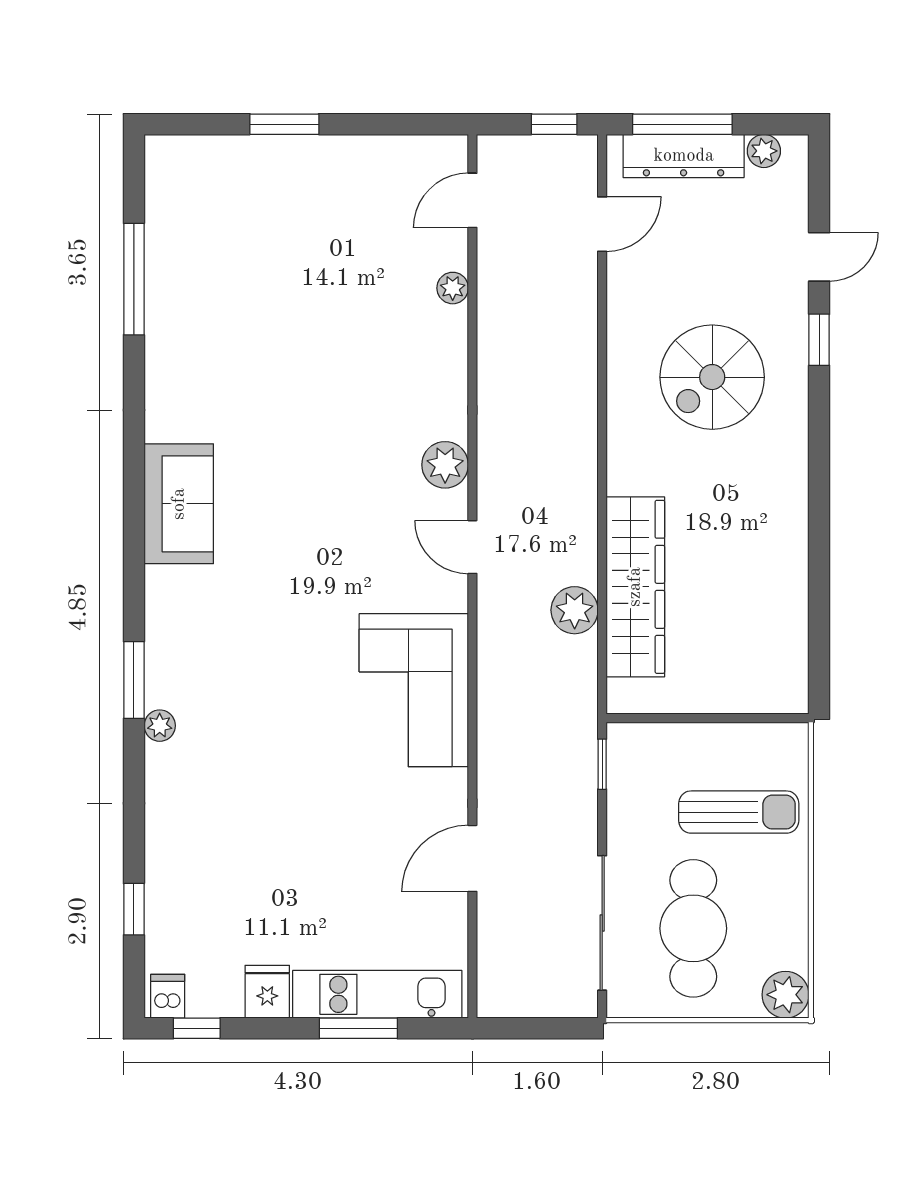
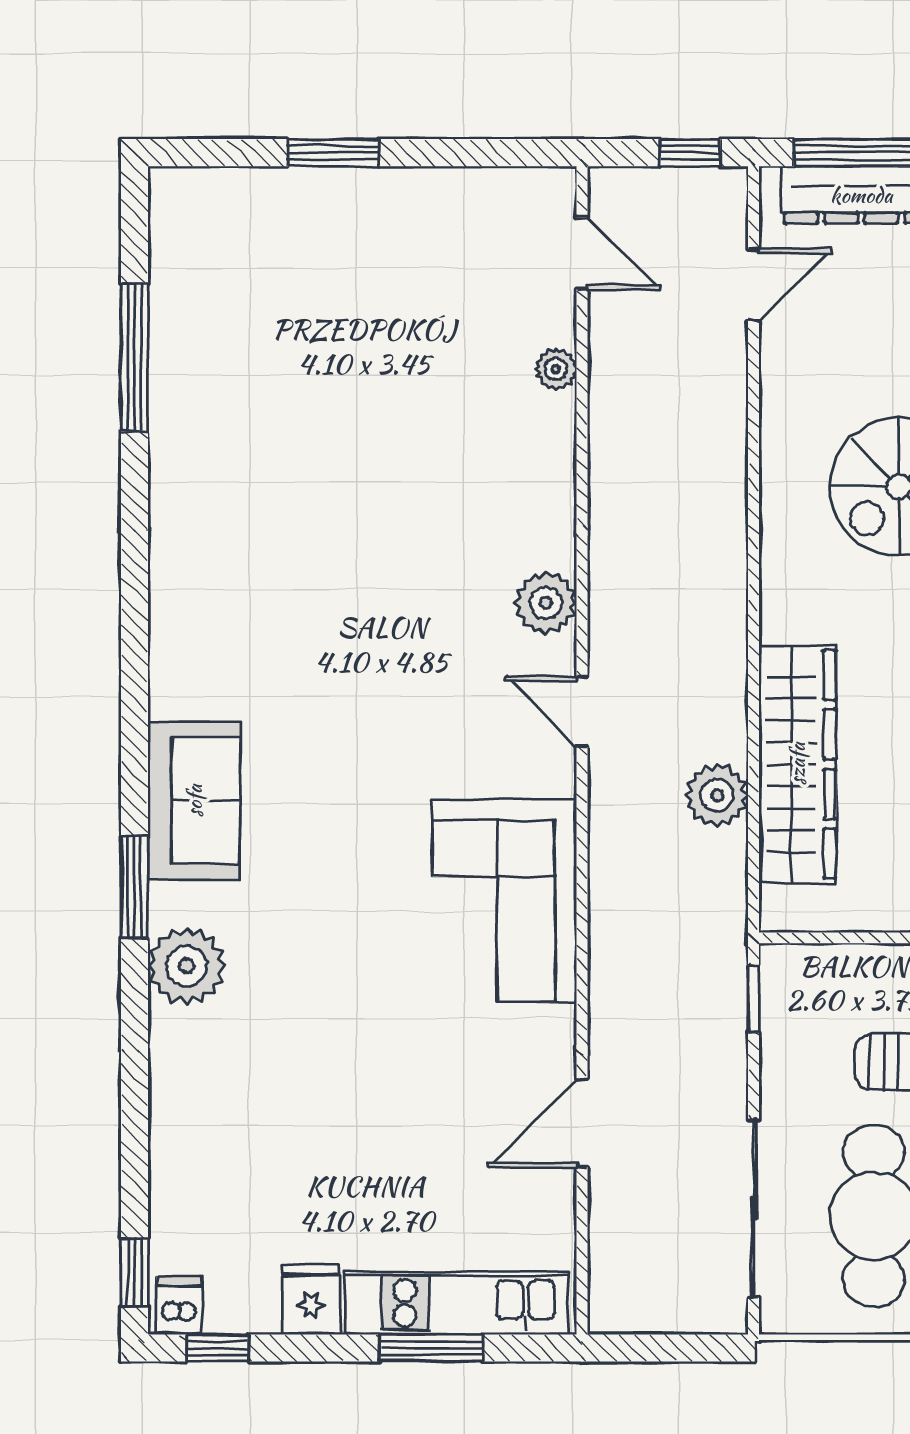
door: (472, 200) -> (582, 253), swing flipped
sofa: (179, 504) -> (194, 801), moved
plant: (160, 726) -> (187, 966), width x1.87, depth x1.87
window: (134, 909) -> (134, 1273), moved

